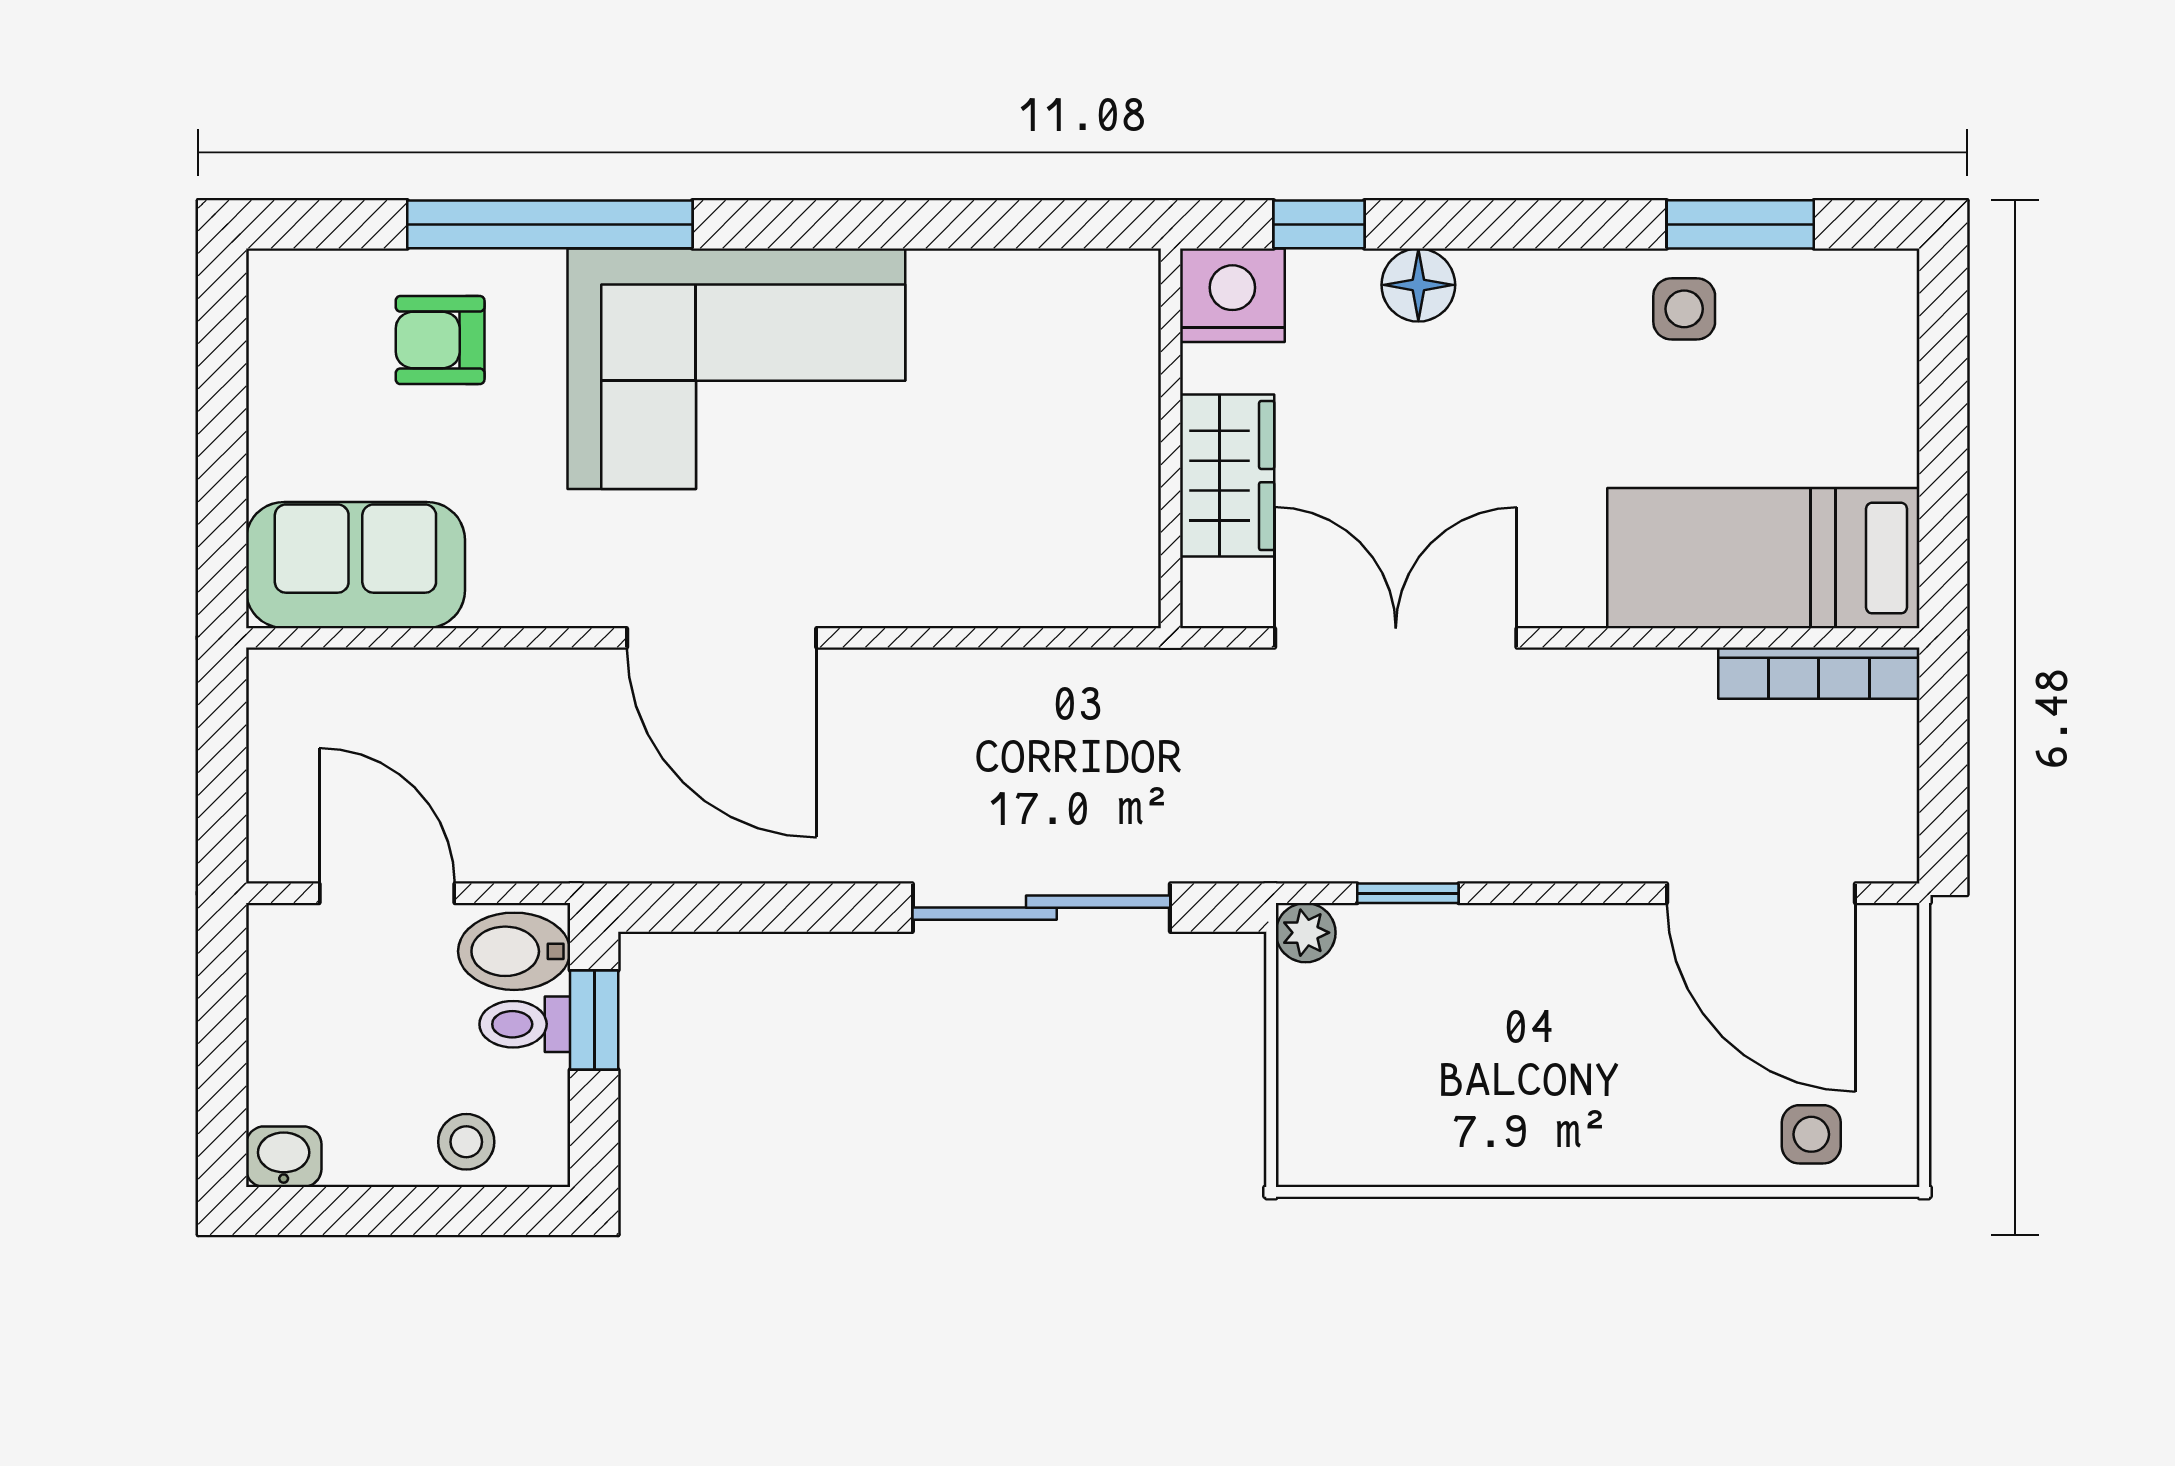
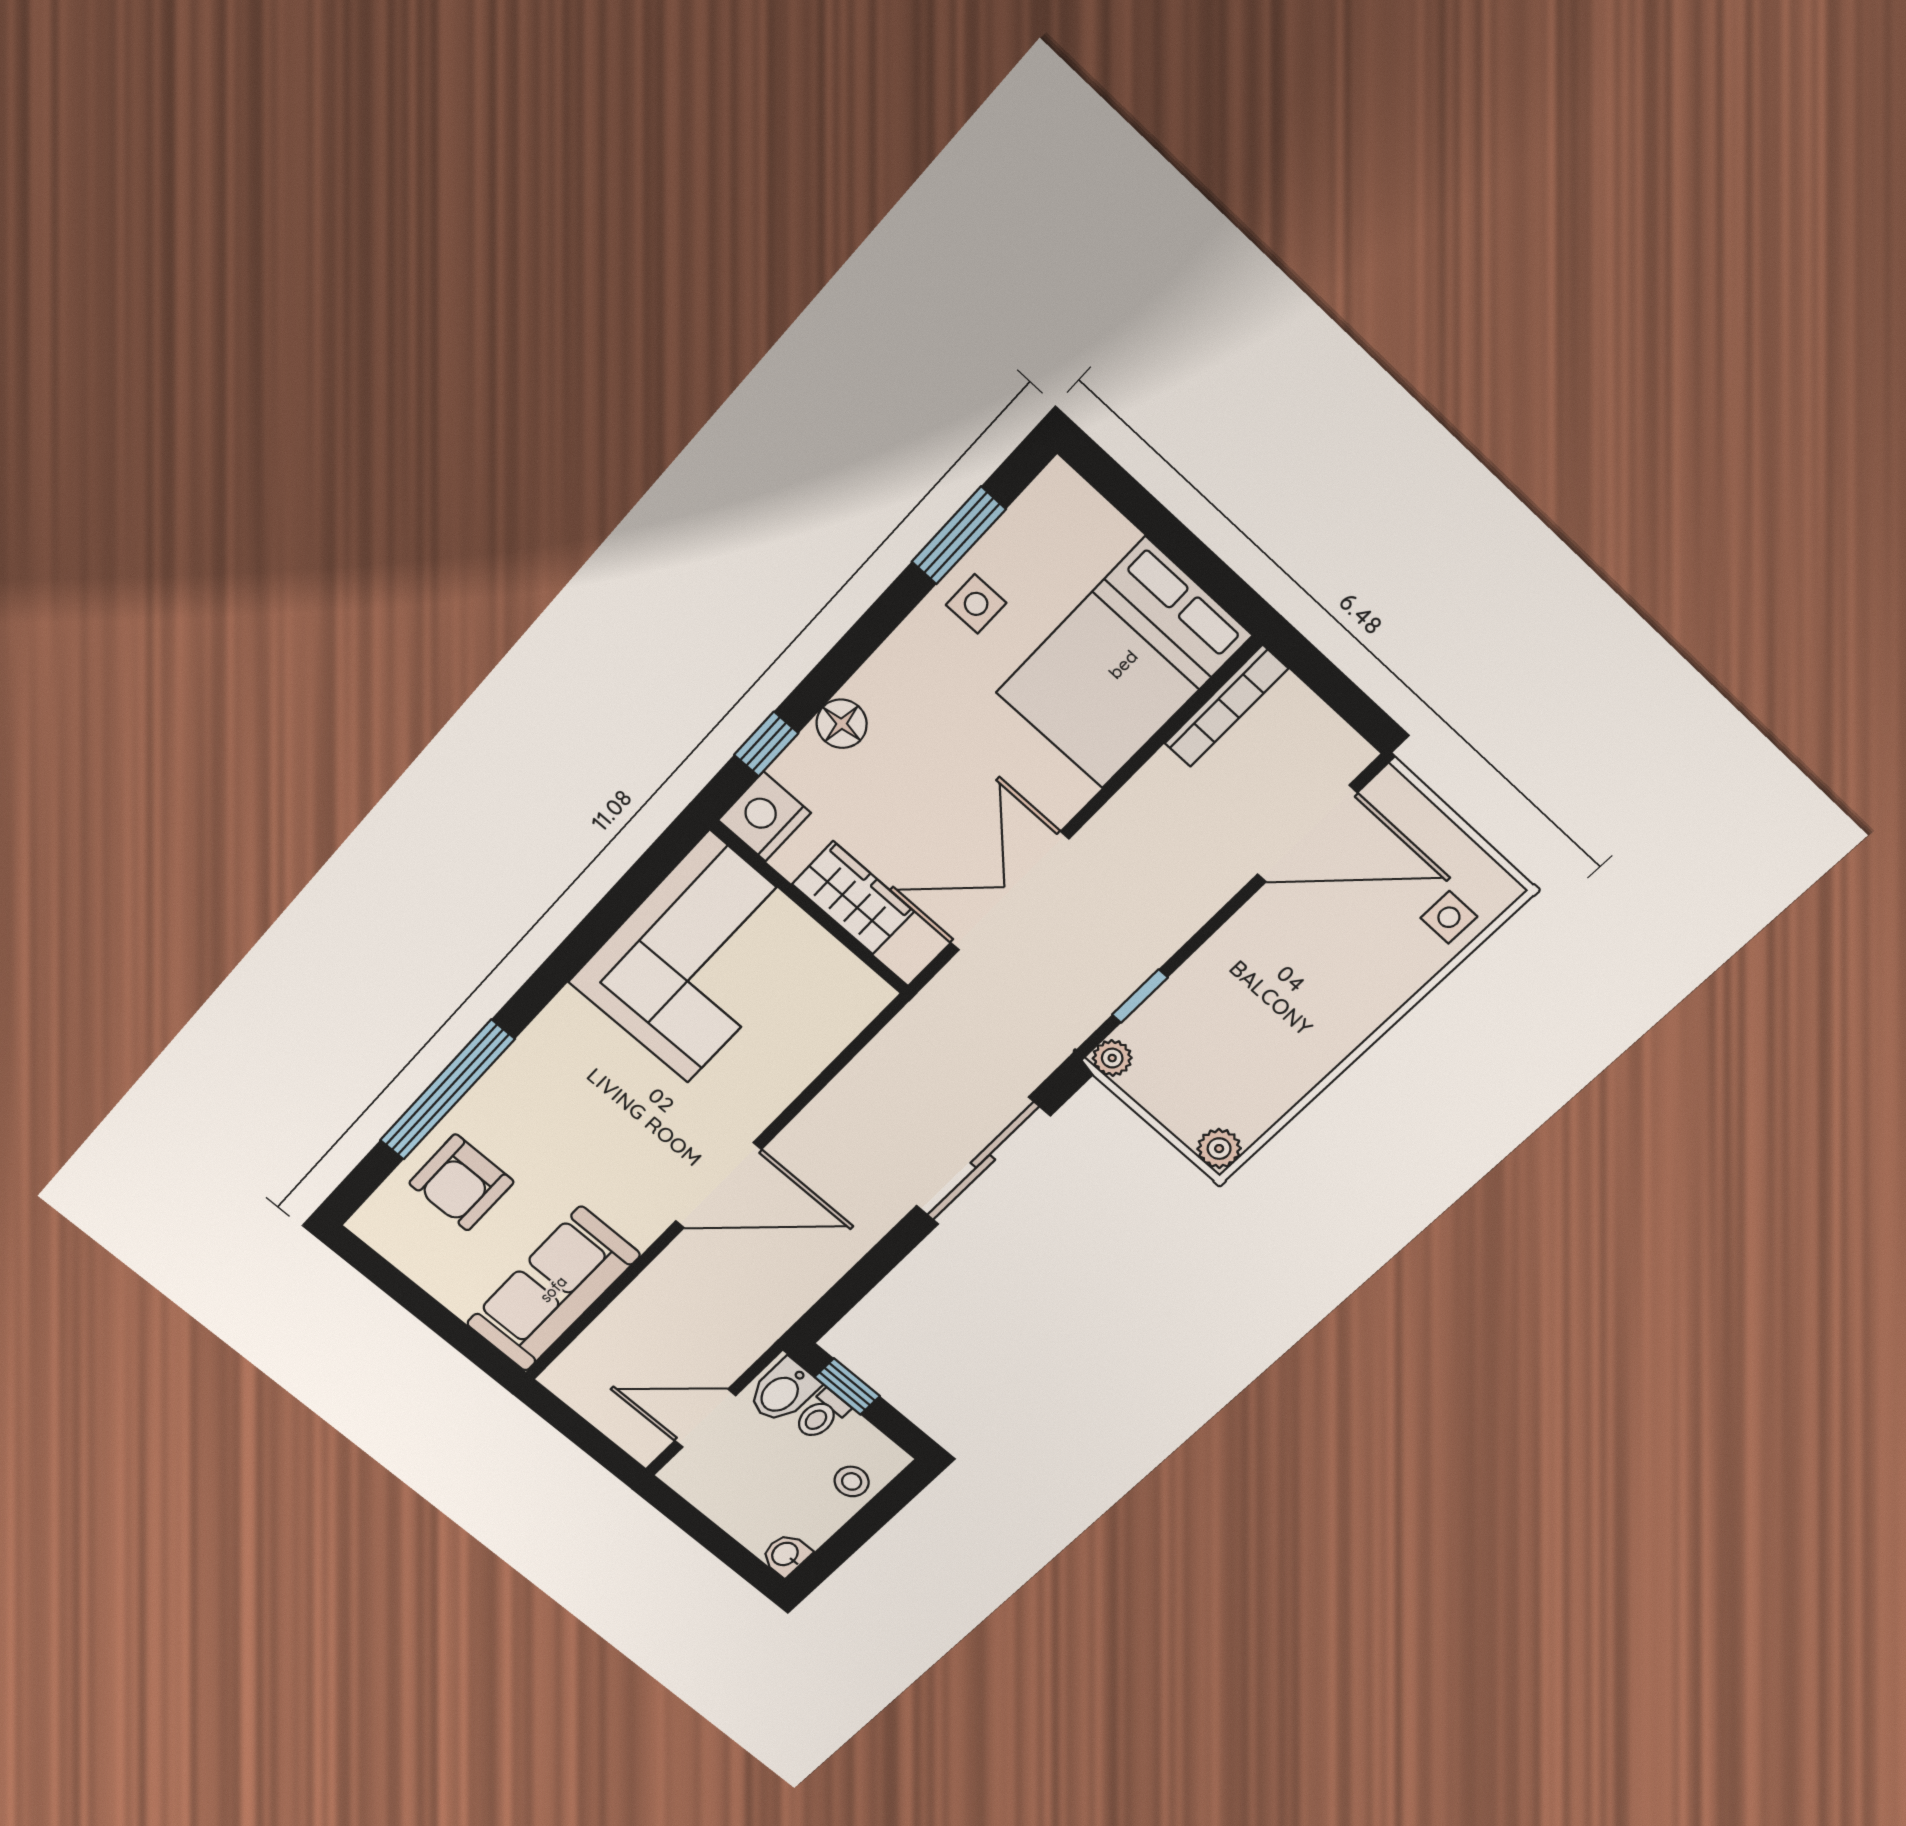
armchair: (440, 340) -> (461, 1182), width x1.38, depth x1.38
corner sofa: (736, 369) -> (698, 958), moved
bed: (1763, 558) -> (1123, 664), width x1.50
sofa: (355, 565) -> (553, 1289), width x1.36
plant: (1309, 1154) -> (1219, 1149), added

